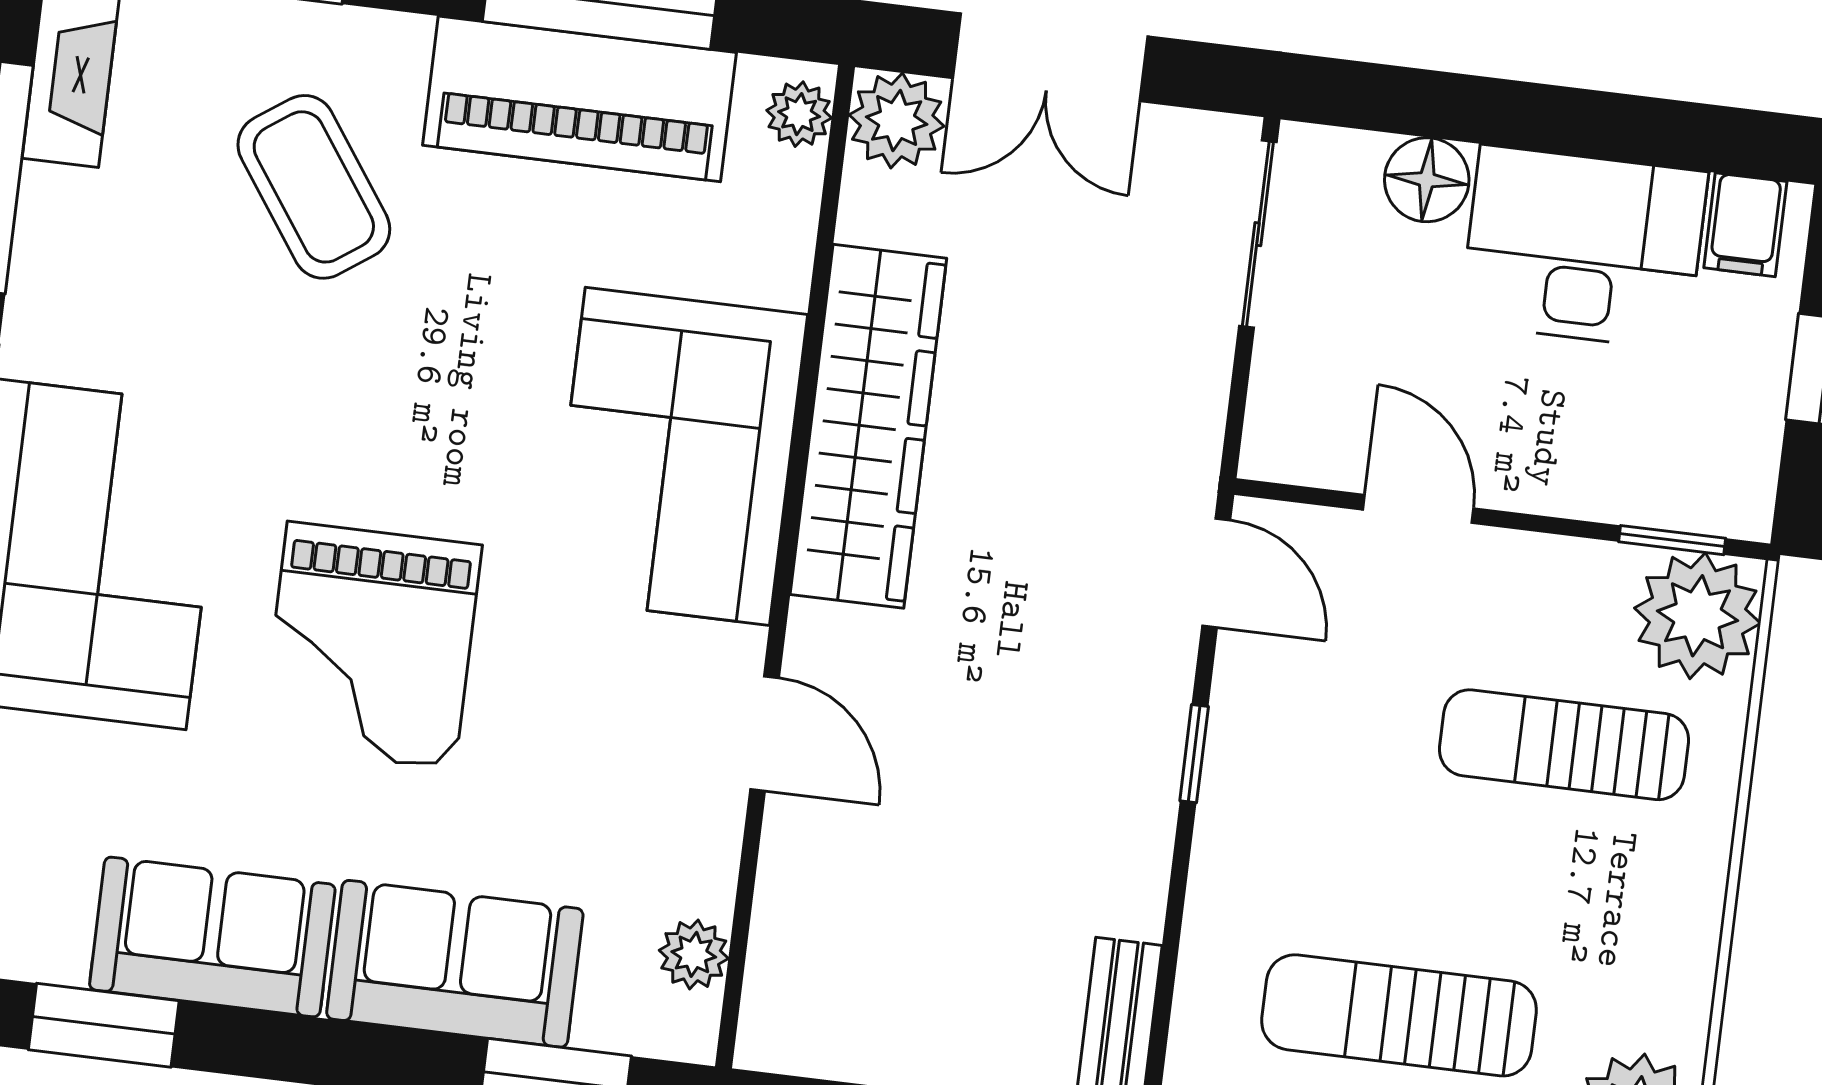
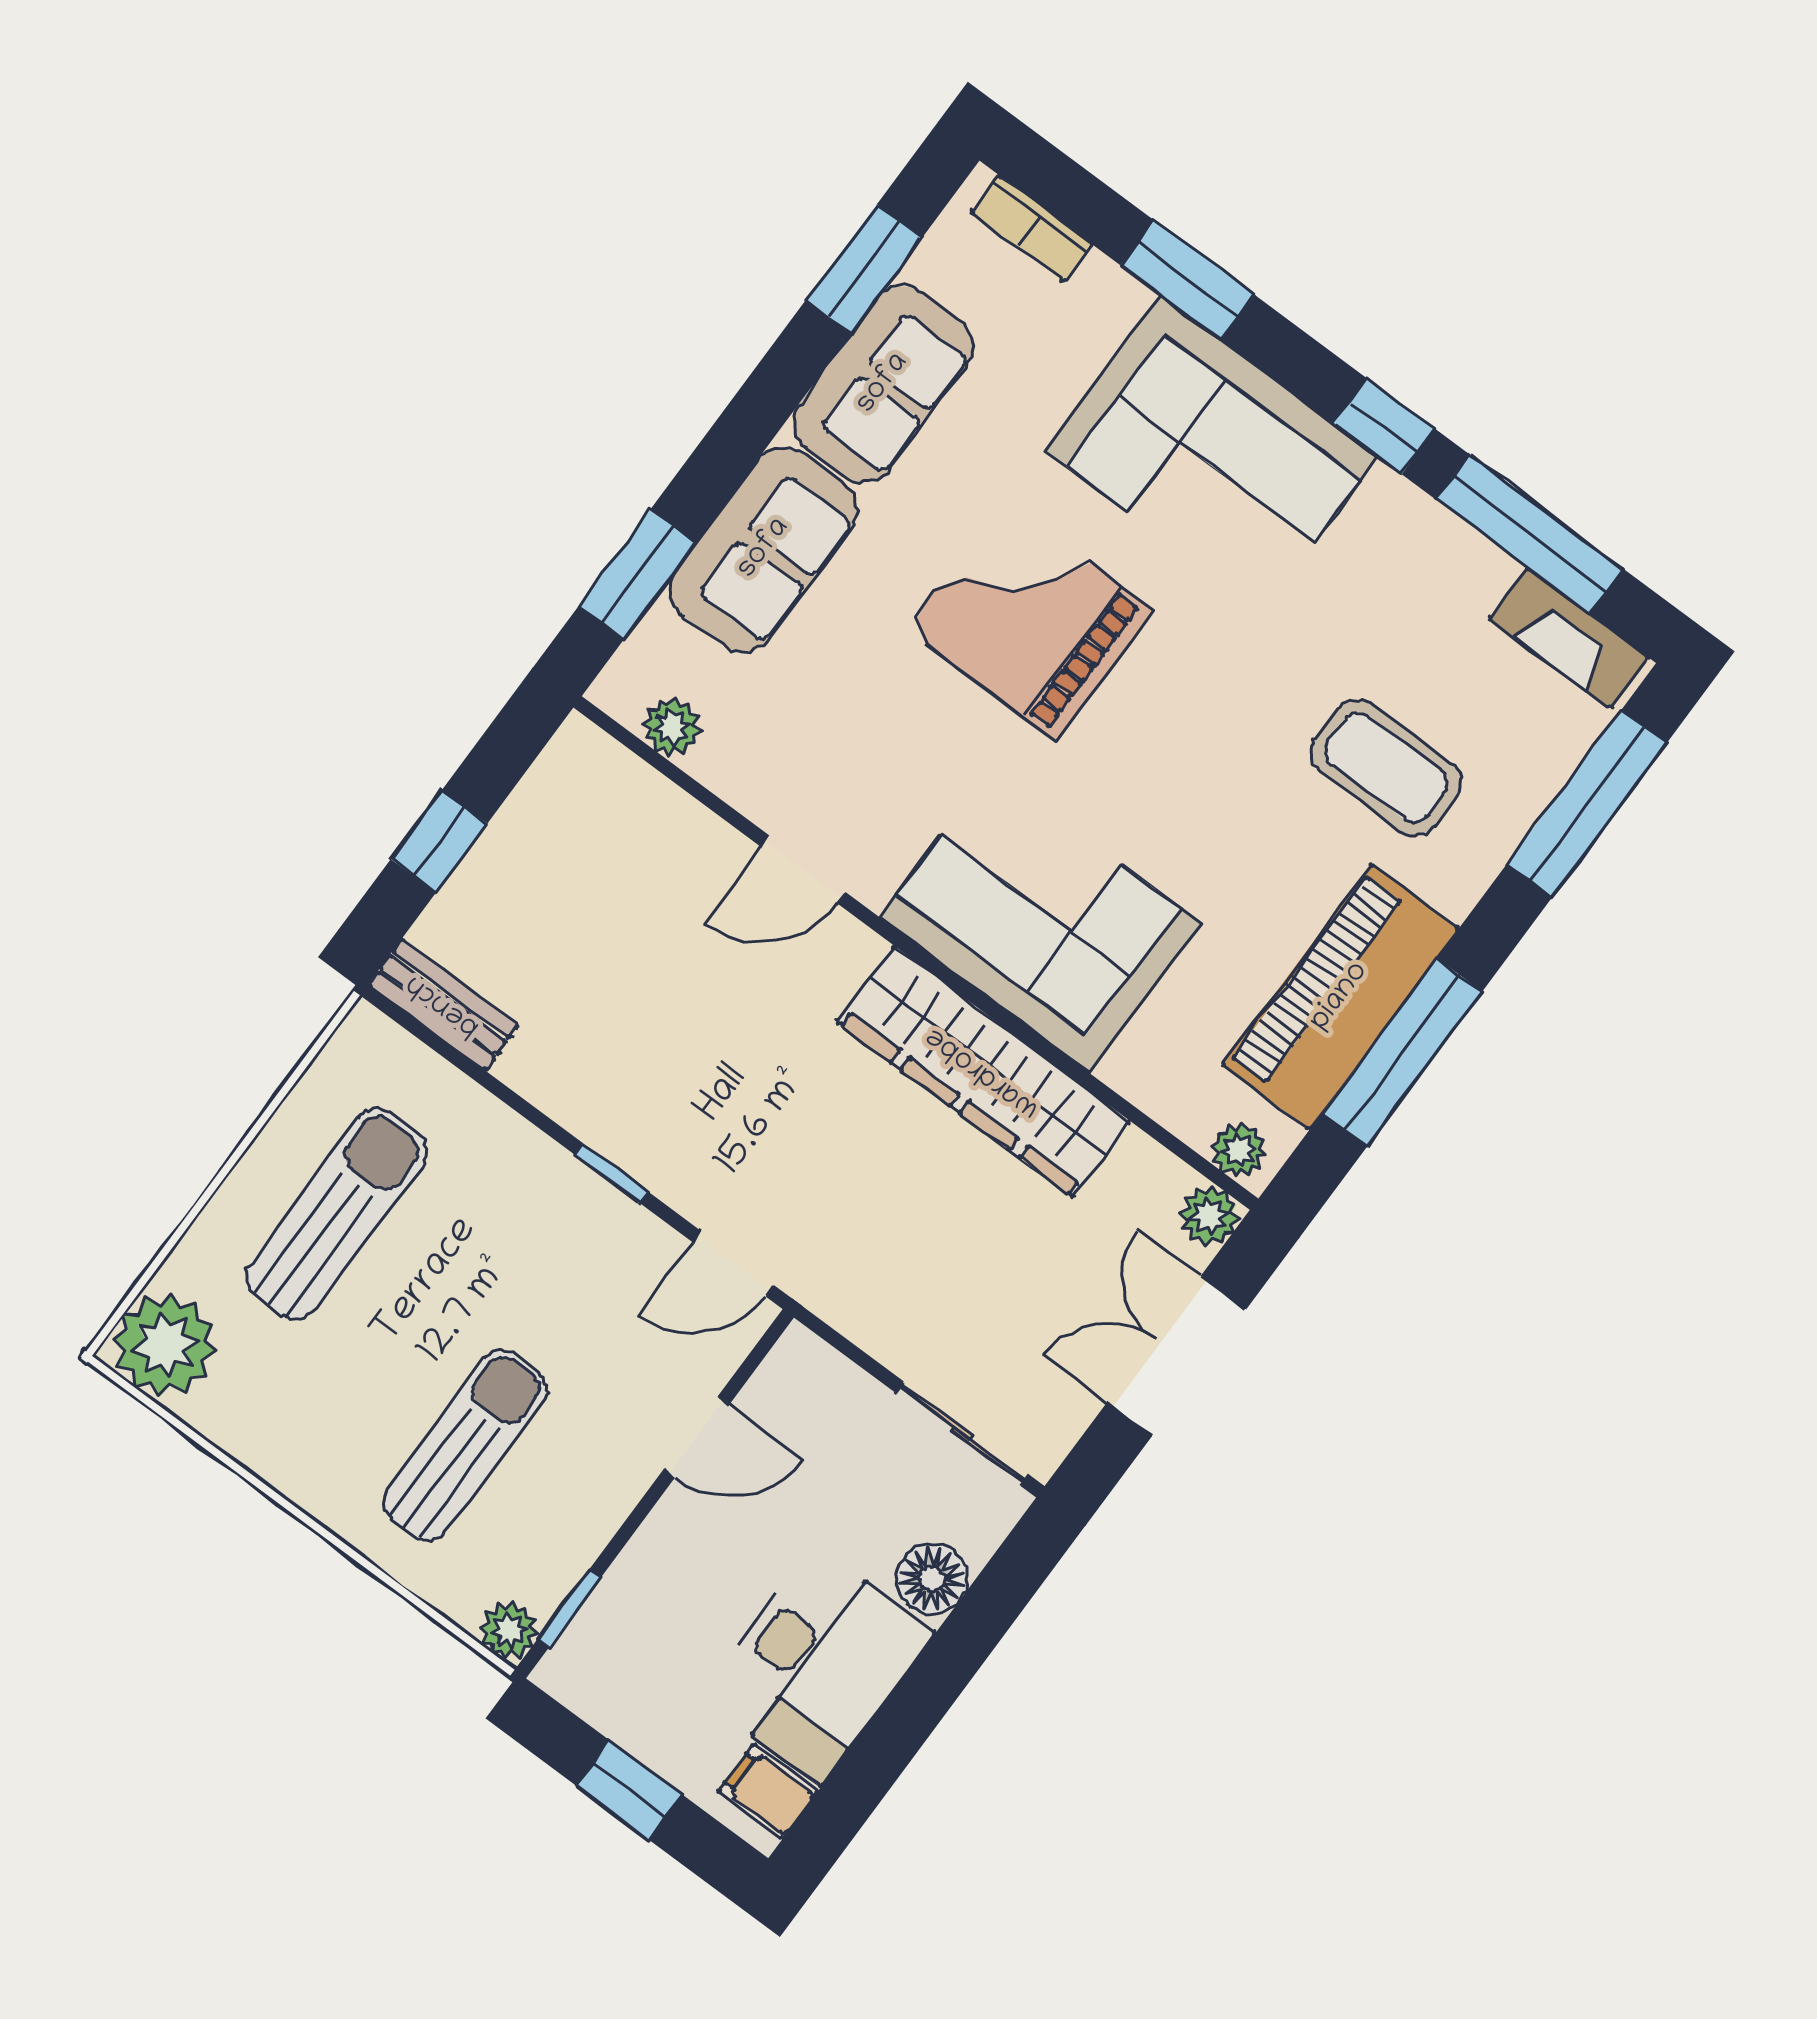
plant: (897, 121) -> (1209, 1216), width x0.73, depth x0.73
coffee table: (314, 187) -> (1386, 768), turned 35
plant: (1698, 616) -> (509, 1630), width x0.53, depth x0.53

